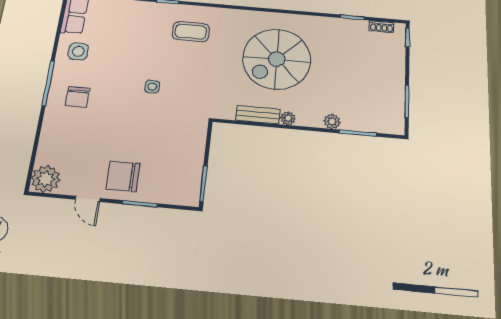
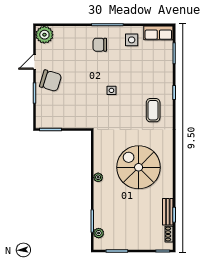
bench: (258, 115) -> (168, 212), moved
plant: (332, 121) -> (99, 233), moved
chair: (123, 176) -> (51, 81), turned 107

